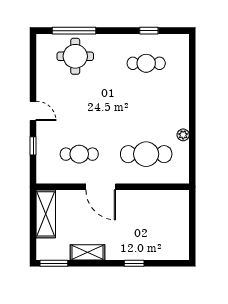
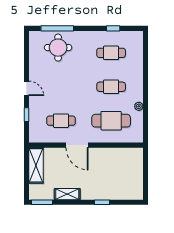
cafe table: (146, 109) -> (111, 87), added

